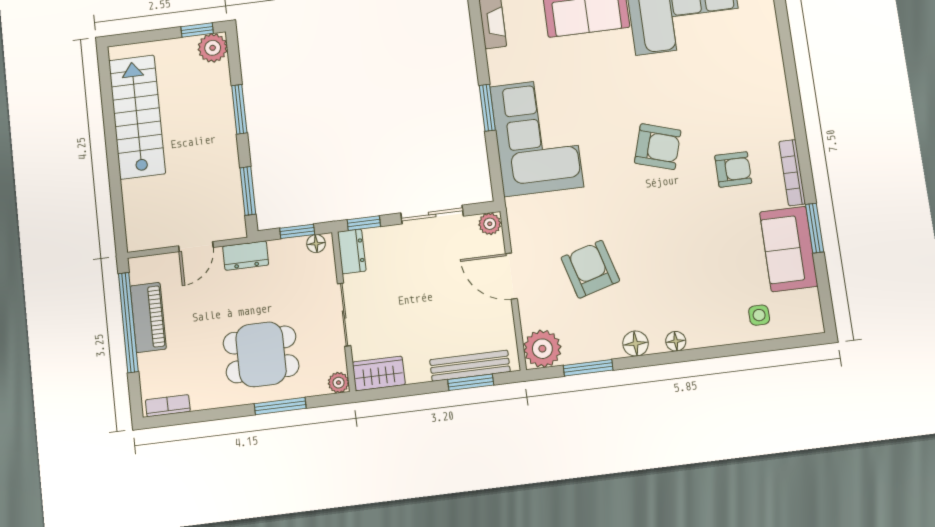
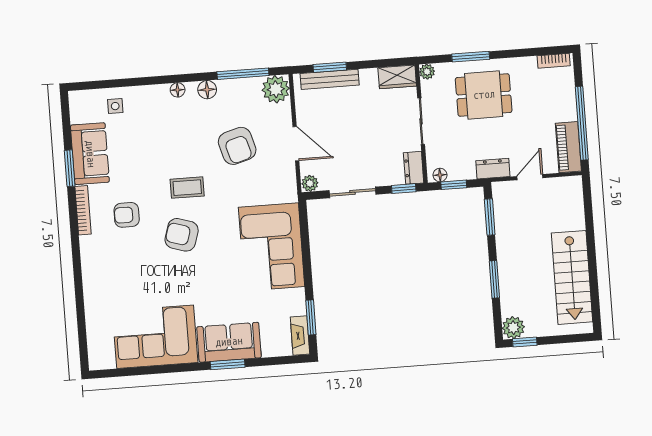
window: (487, 108) -> (311, 317), moved
coffee table: (654, 210) -> (187, 188), added
piano: (148, 317) -> (568, 147), moved
window: (588, 368) -> (243, 74), width x1.44

